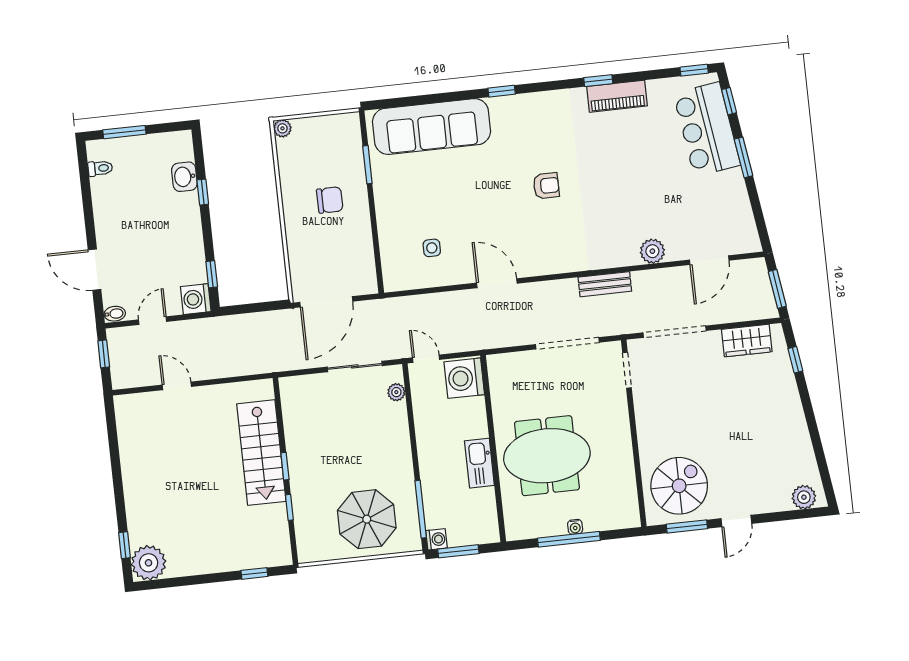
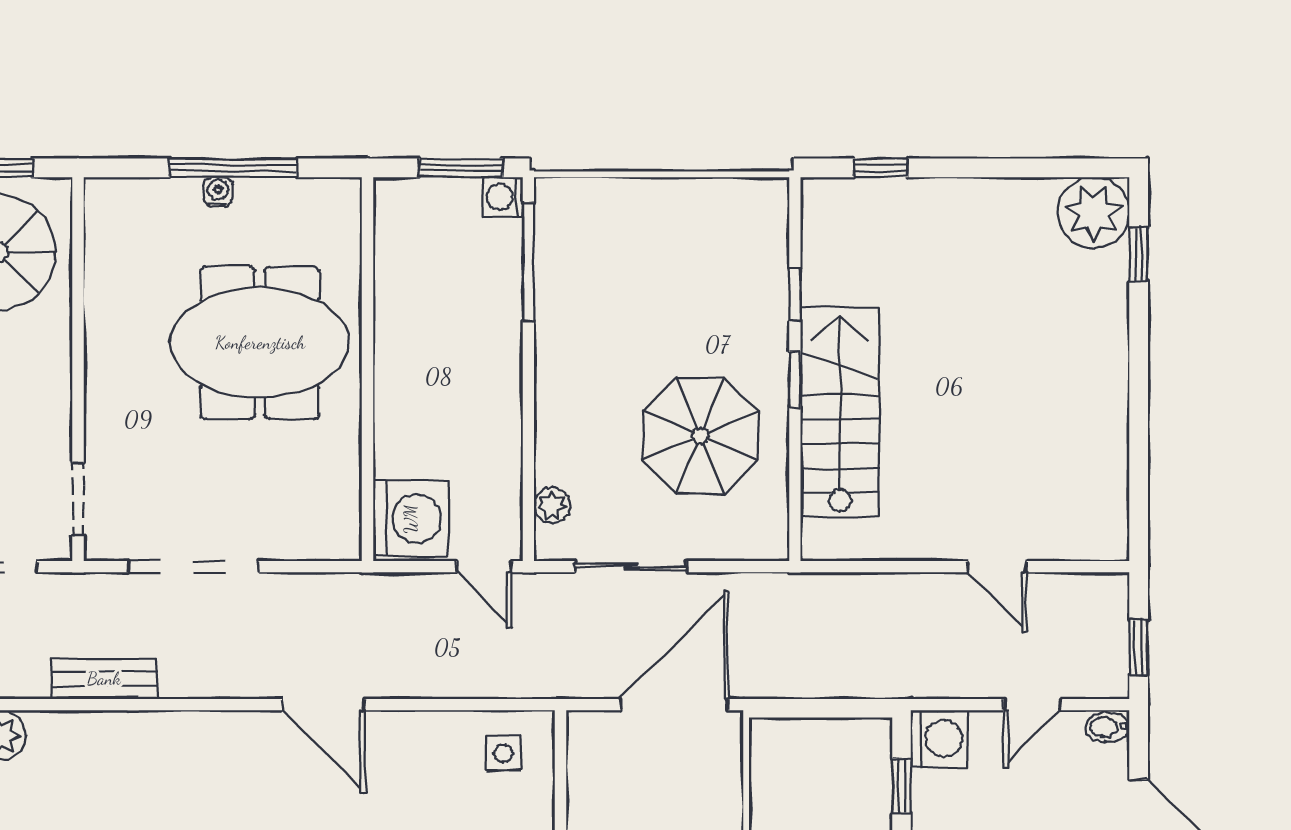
side table: (432, 248) -> (503, 753), moved
kitchen sink: (479, 463) -> (399, 343), removed
parasol: (367, 519) -> (700, 436), moved

